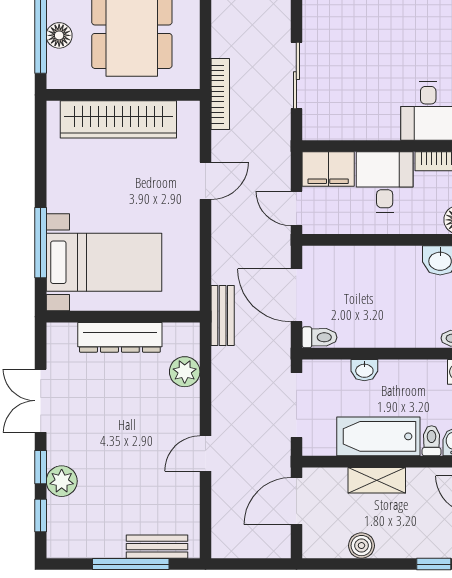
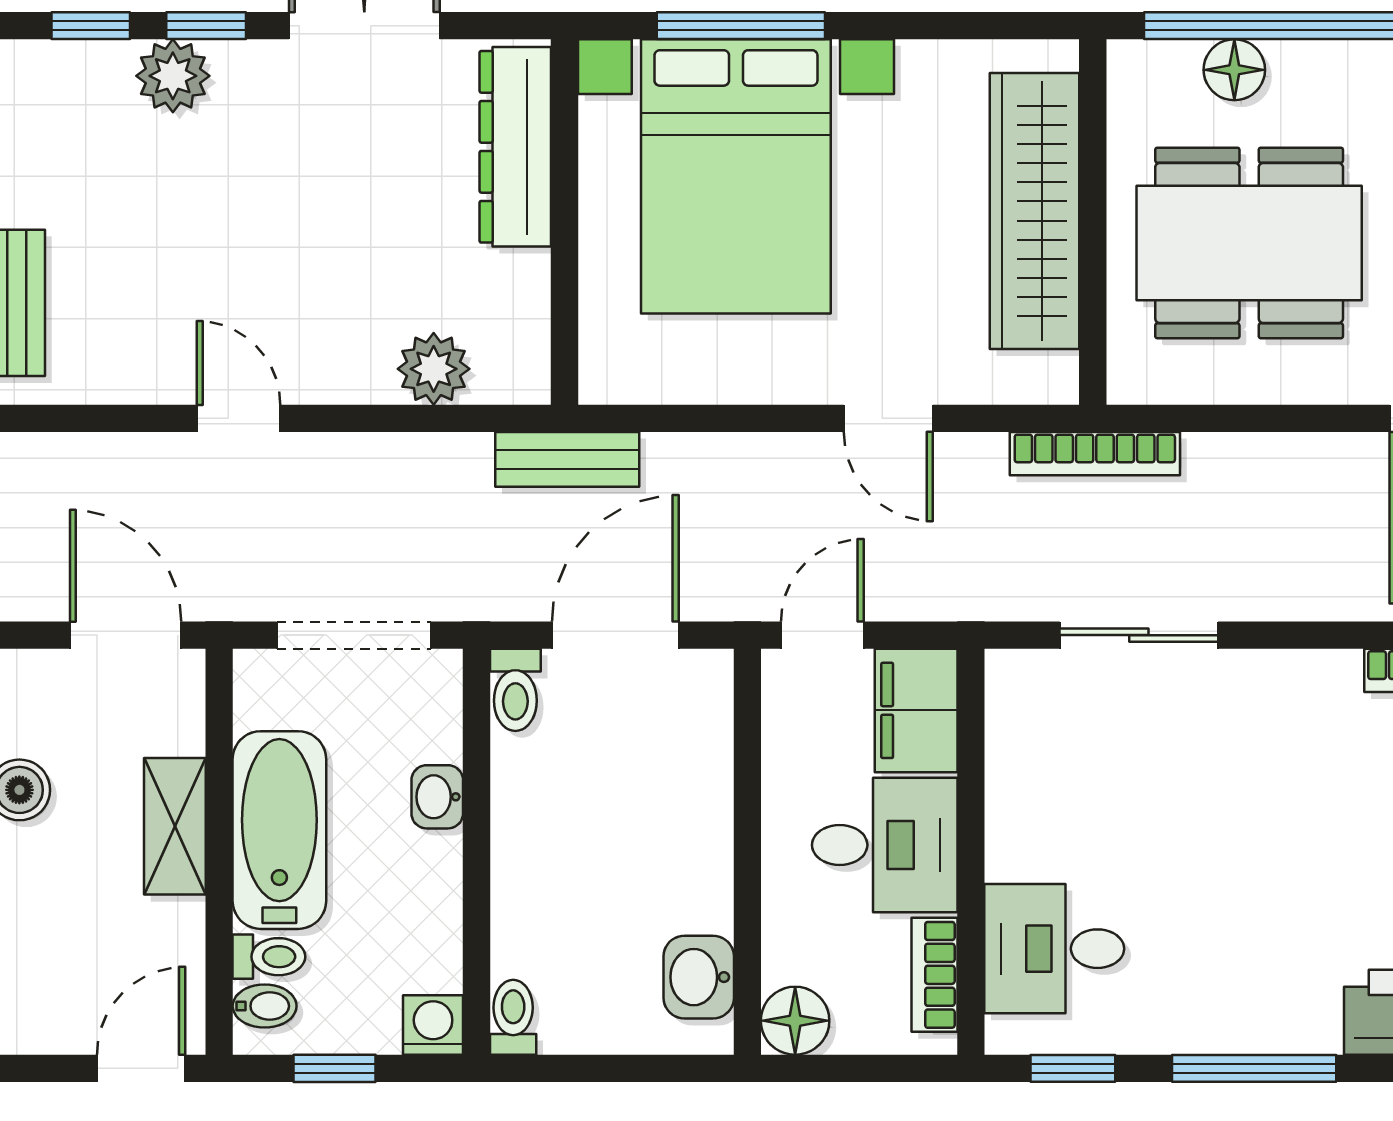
bed with nightstands: (104, 262) -> (736, 176), width x1.36
dresser: (120, 337) -> (515, 147), moved

